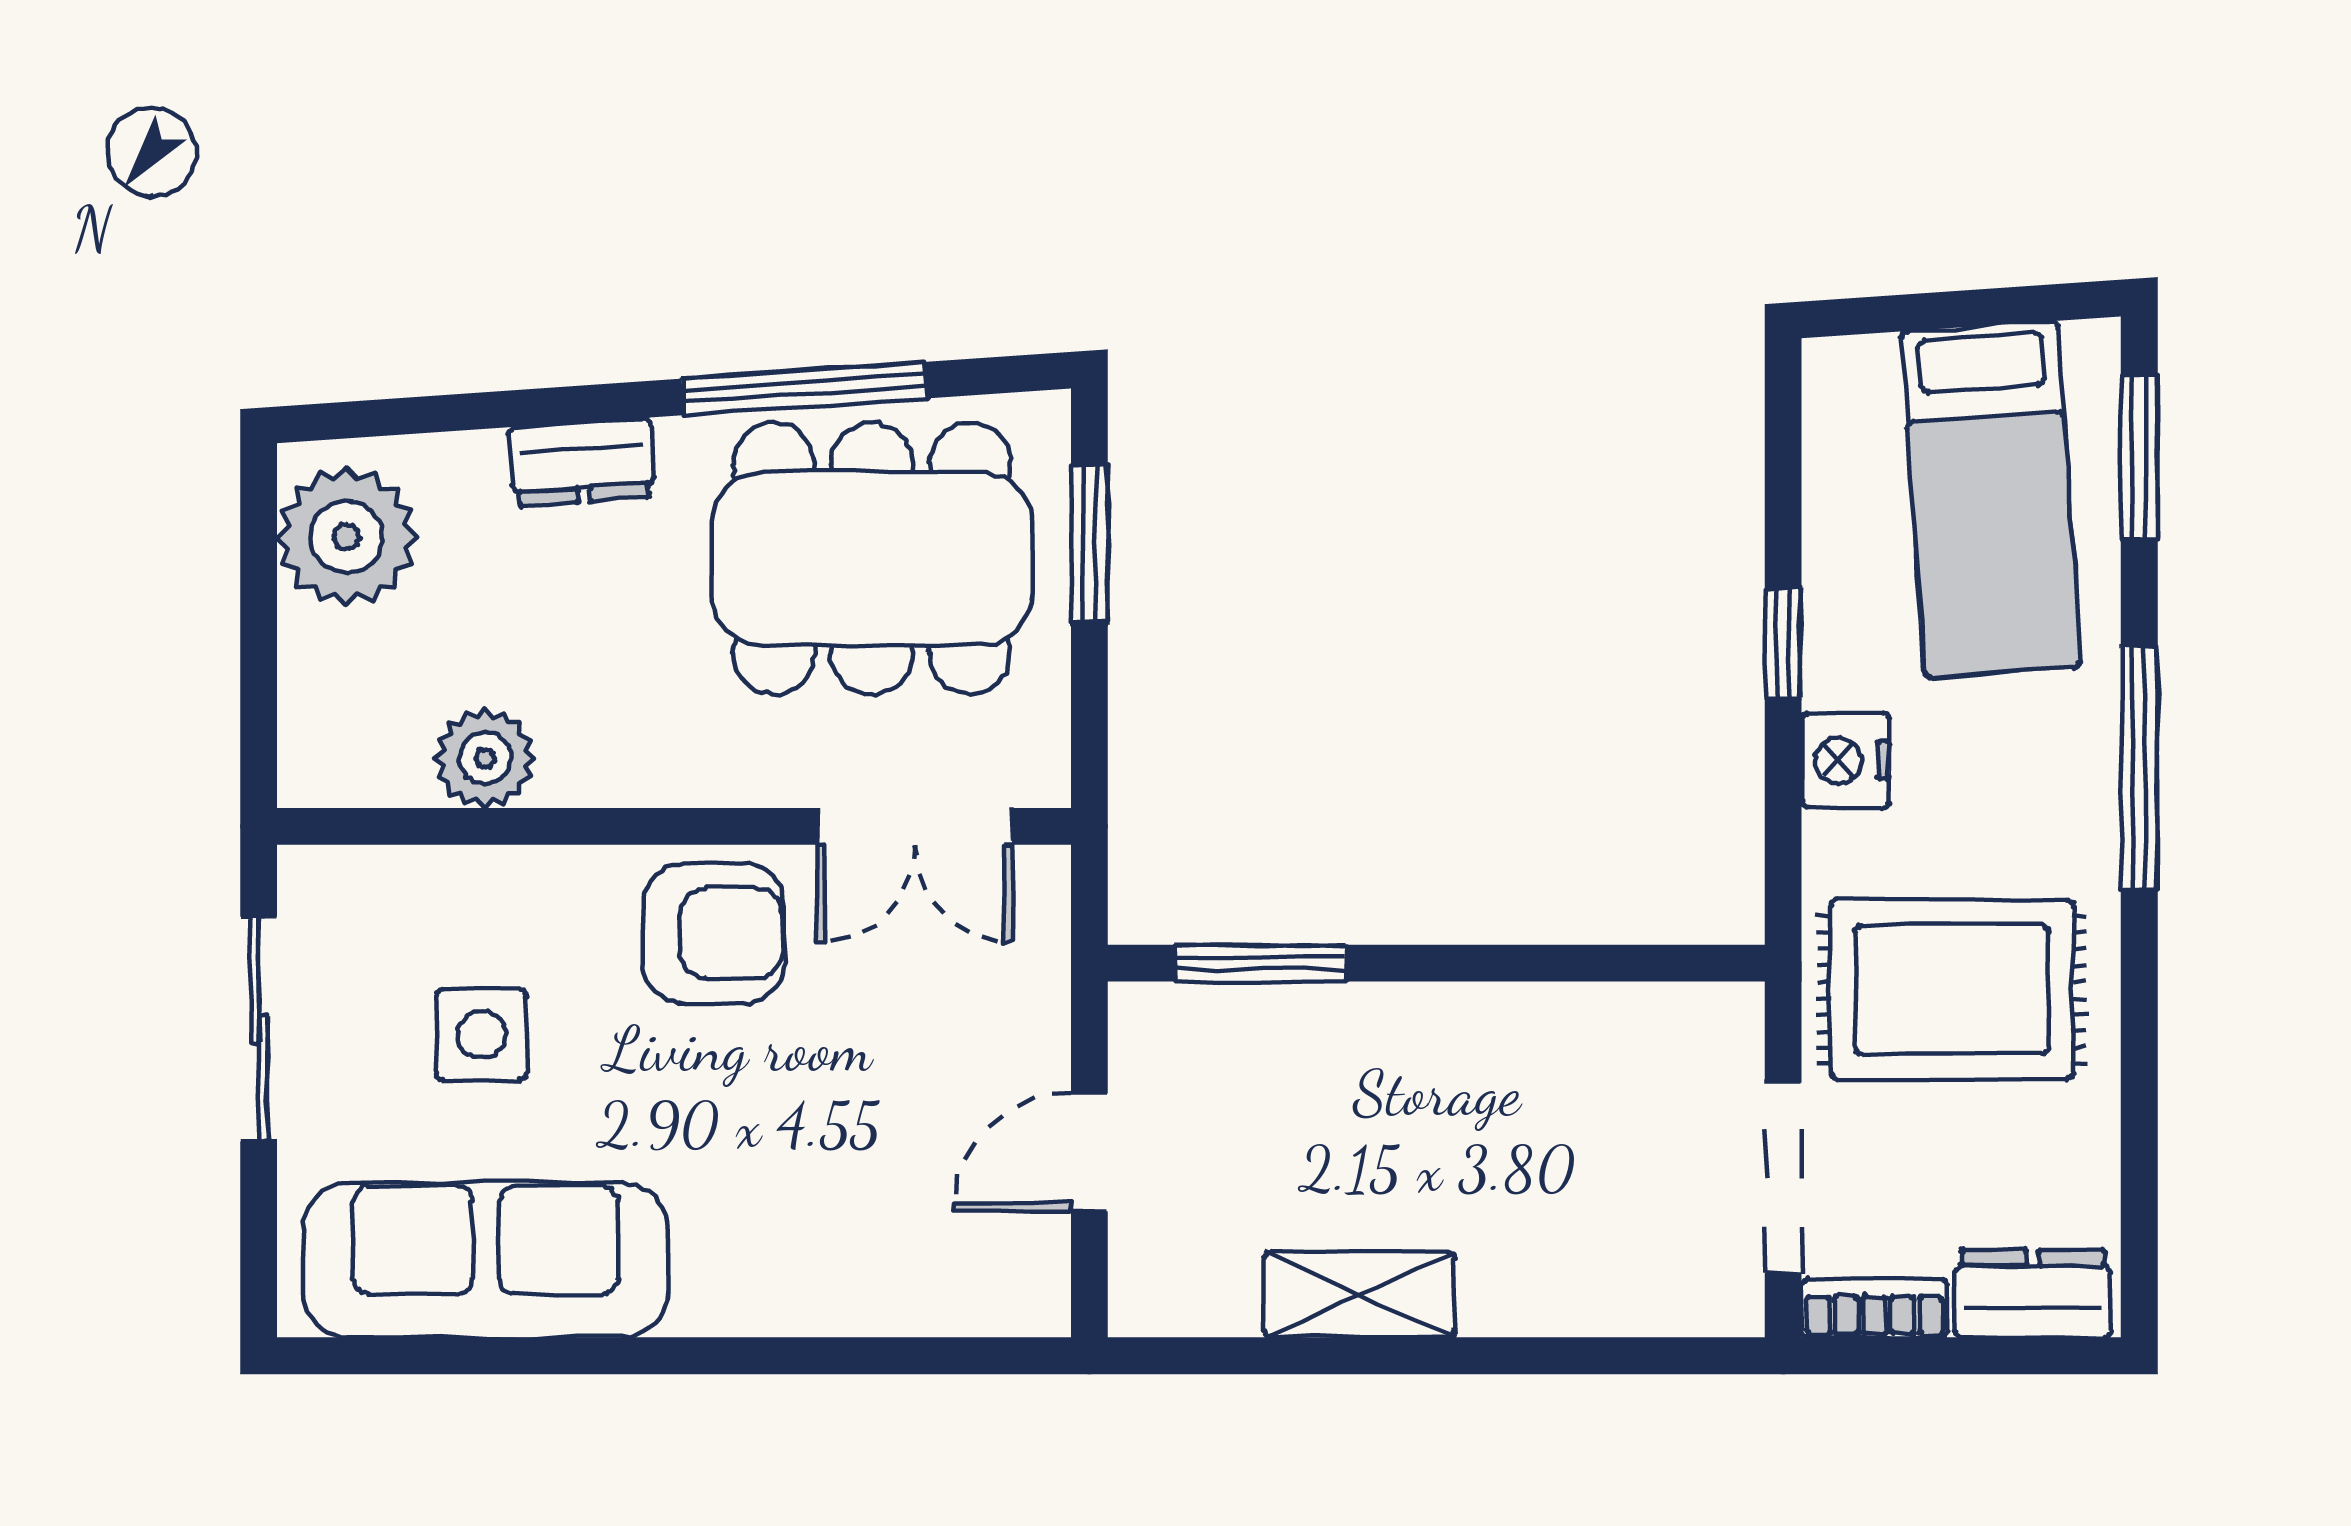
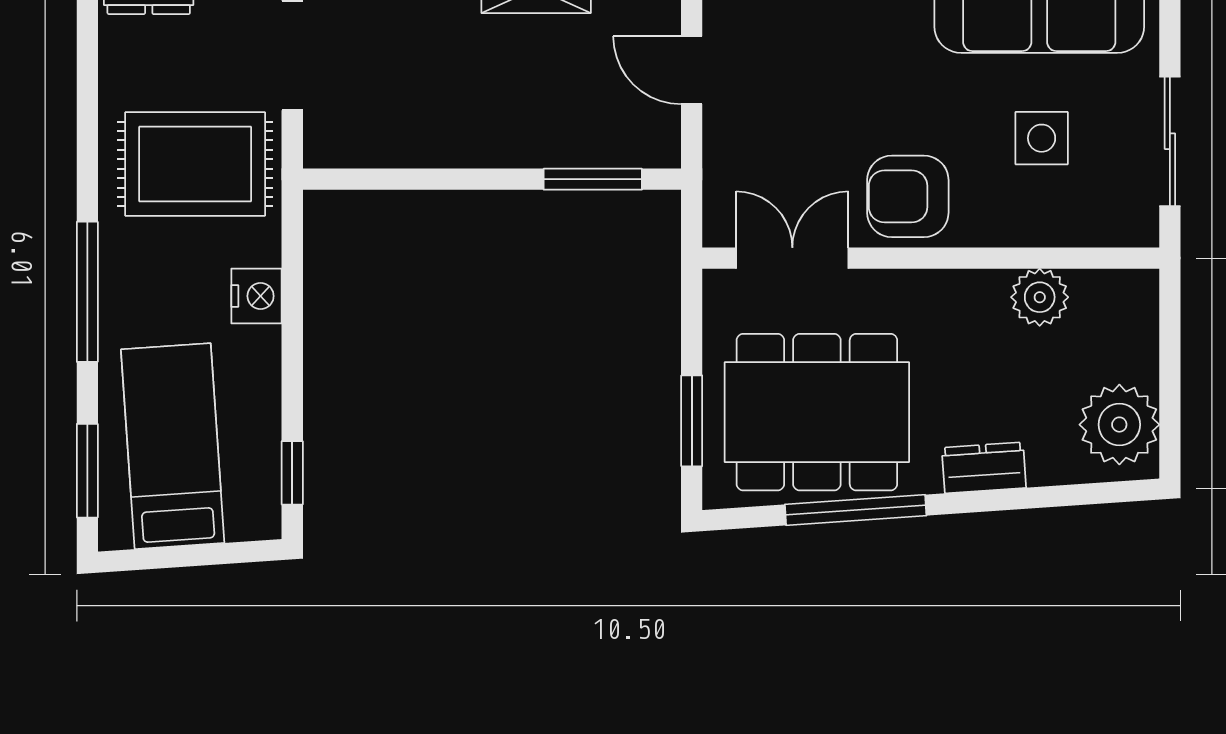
window: (1783, 644) -> (292, 473), moved
door: (1089, 1152) -> (692, 70), swing flipped

